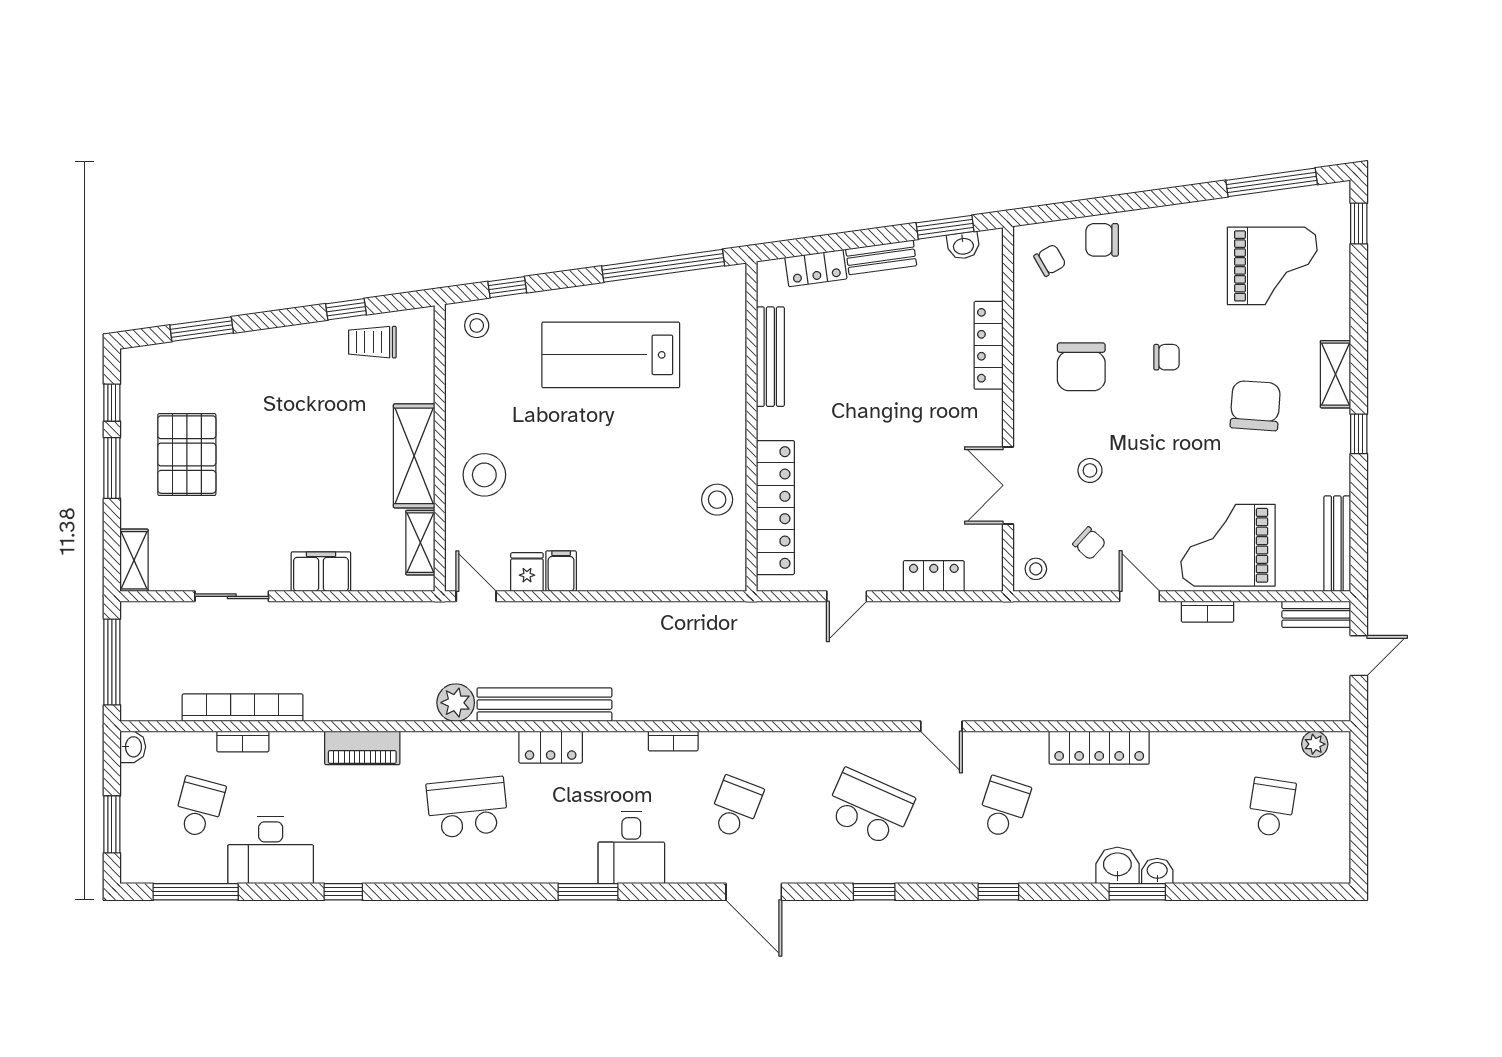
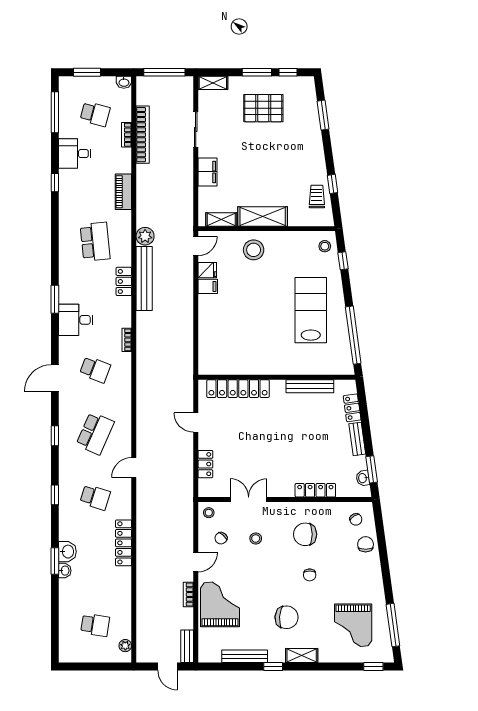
stool: (717, 500) -> (242, 361), removed
bench: (1337, 544) -> (245, 656), moved
desk: (271, 850) -> (75, 154), width x0.73

